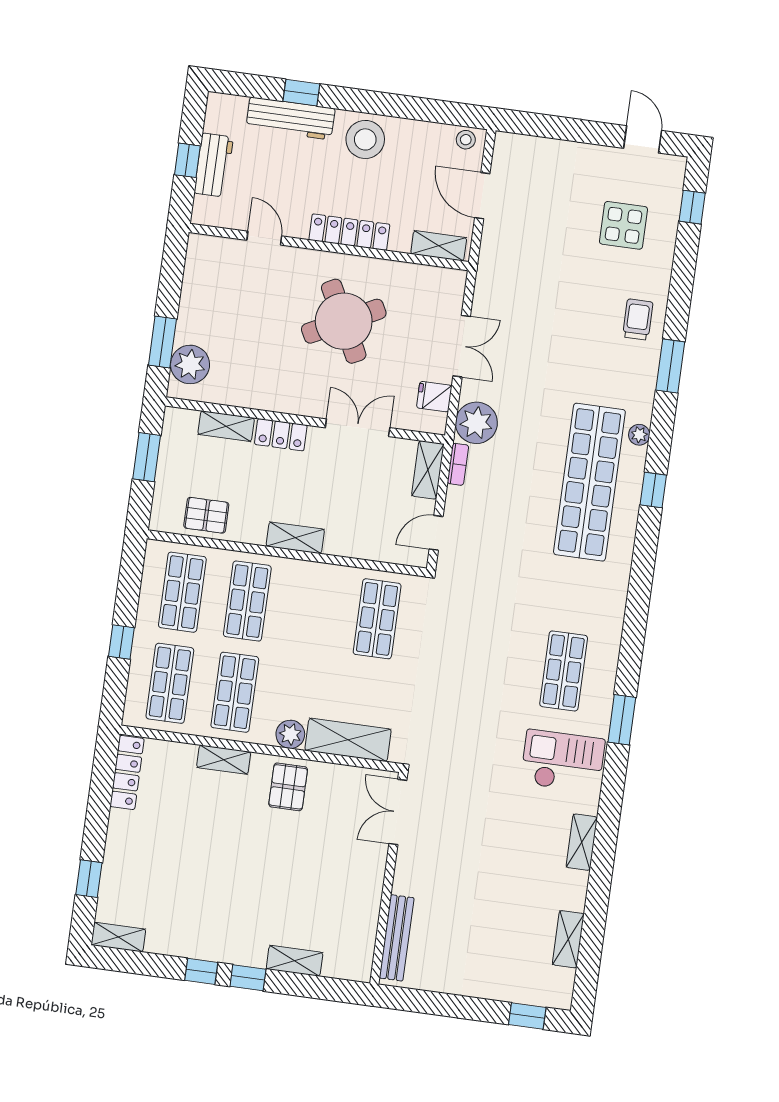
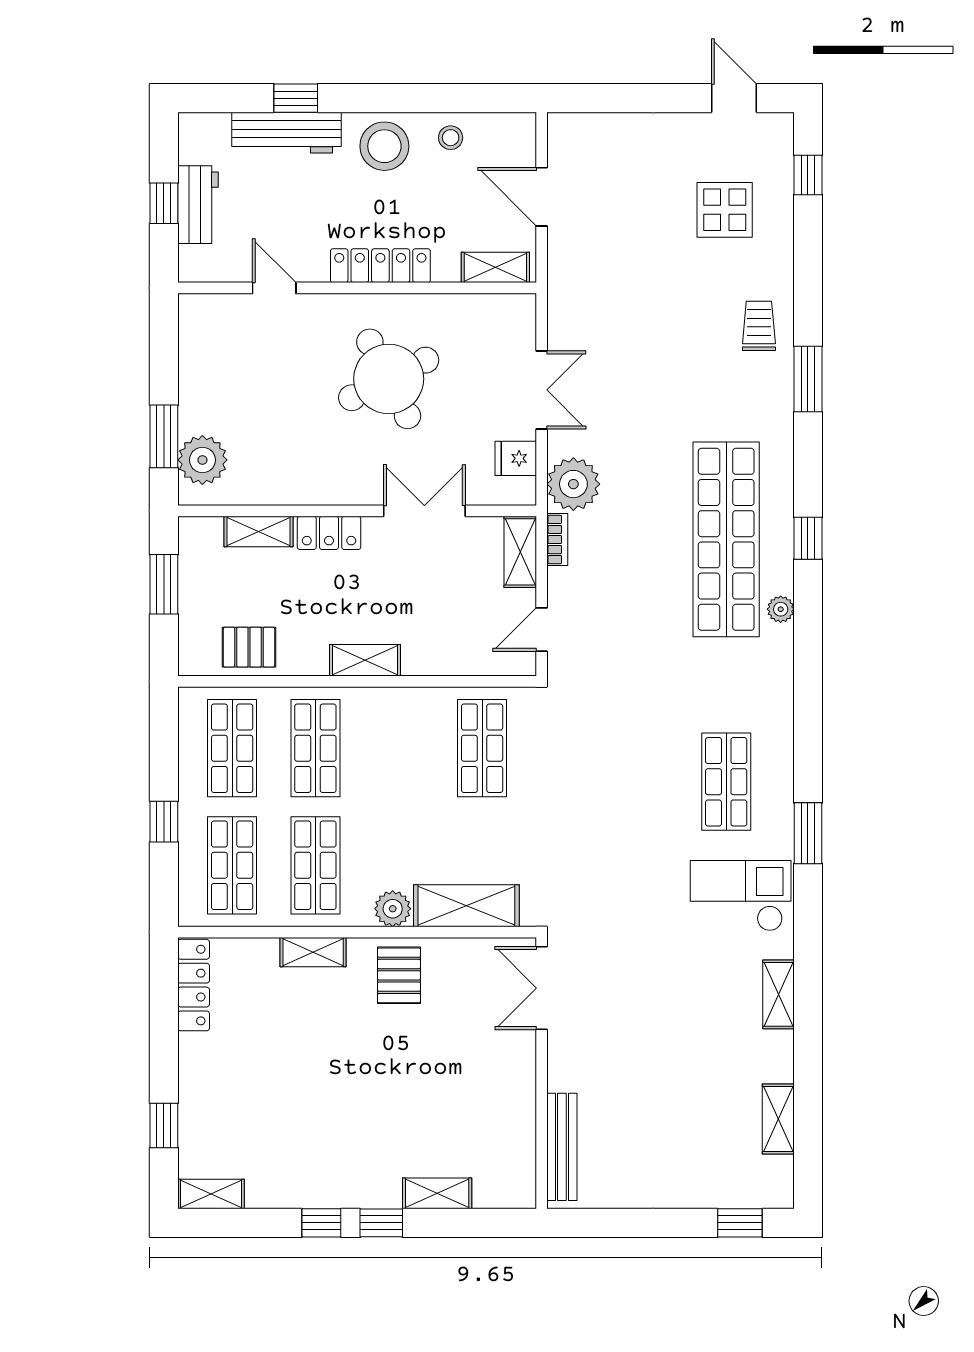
stool: (466, 140) -> (451, 138), moved
plant: (639, 435) -> (781, 609), moved

